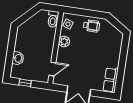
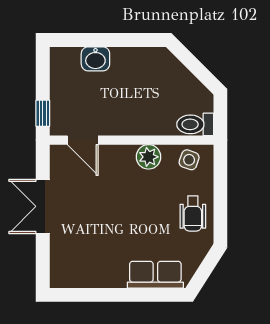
row of seats: (111, 80) -> (155, 275), moved
window: (25, 83) -> (43, 113), moved

